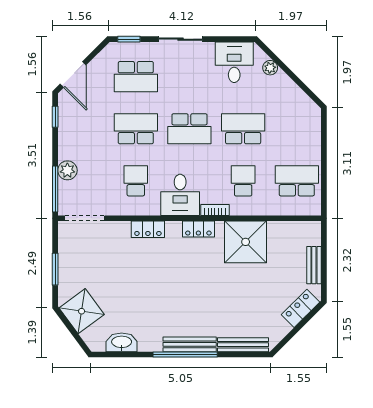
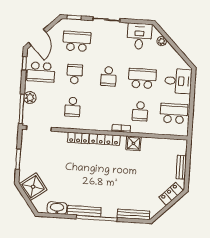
school desk: (136, 77) -> (77, 41), turned 180
school desk: (82, 129) -> (41, 72), added
school desk: (136, 129) -> (75, 74), width x0.54
school desk: (189, 129) -> (108, 76), width x0.54
school desk: (136, 181) -> (73, 107), turned 180
school desk: (243, 181) -> (140, 111), turned 180
desk: (180, 195) -> (178, 81), moved, turned -90
locker: (198, 229) -> (105, 139), width x1.53
shower: (246, 242) -> (133, 143), width x0.54, depth x0.54
bench: (190, 344) -> (84, 211), moved

